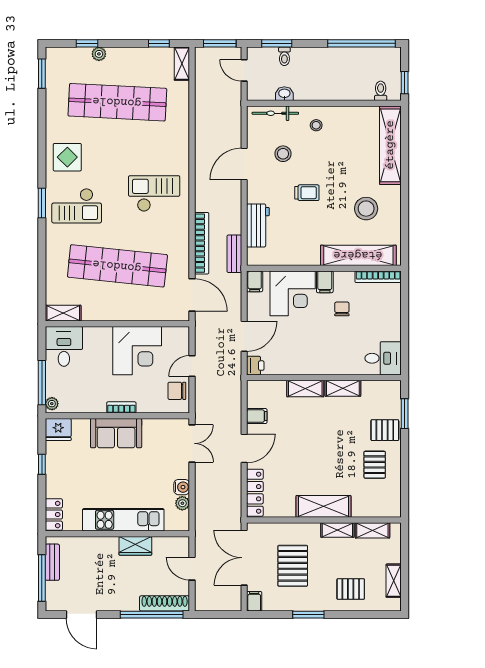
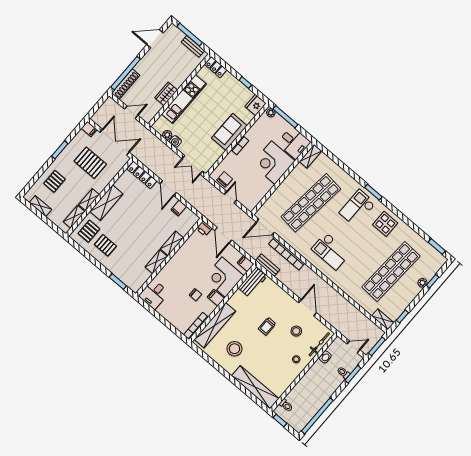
checkout: (154, 194) -> (331, 251), turned 90
workbench: (258, 225) -> (253, 282), moved, turned -90
corner desk: (137, 351) -> (273, 163), moved
pallet: (385, 430) -> (89, 231), moved

